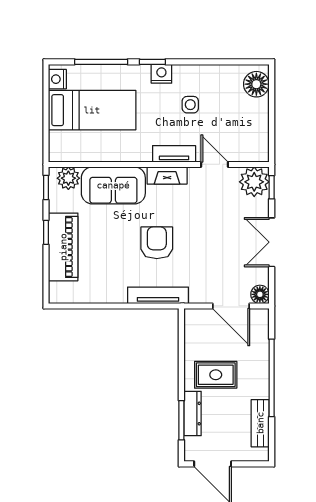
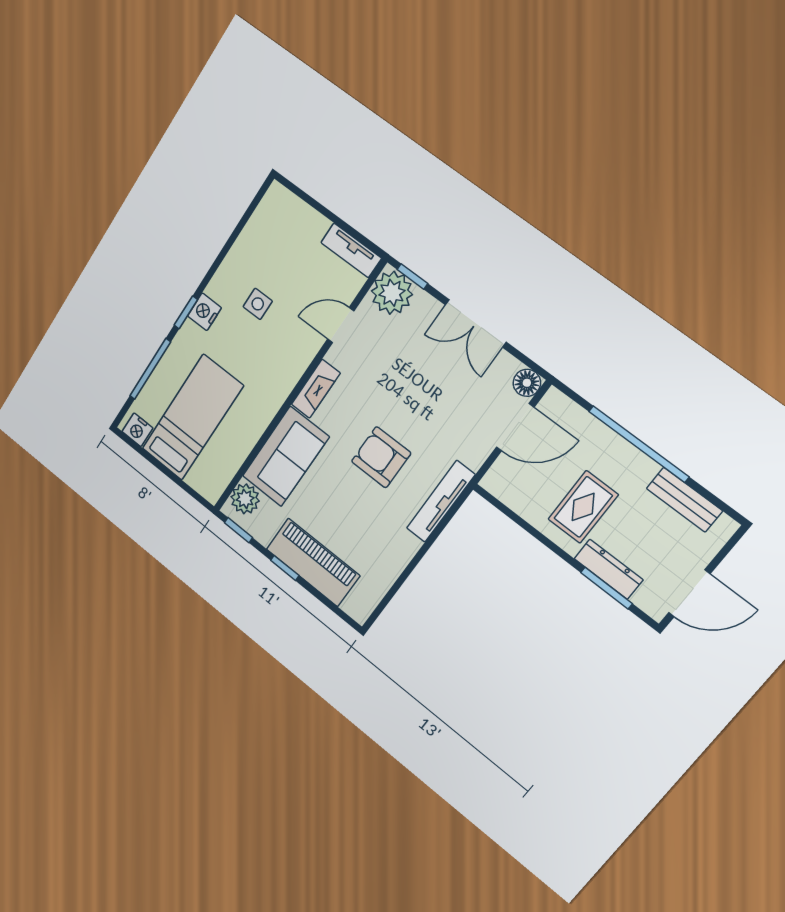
floor lamp: (256, 84) -> (286, 210), removed
tv unit: (174, 154) -> (351, 250), moved, turned -90

